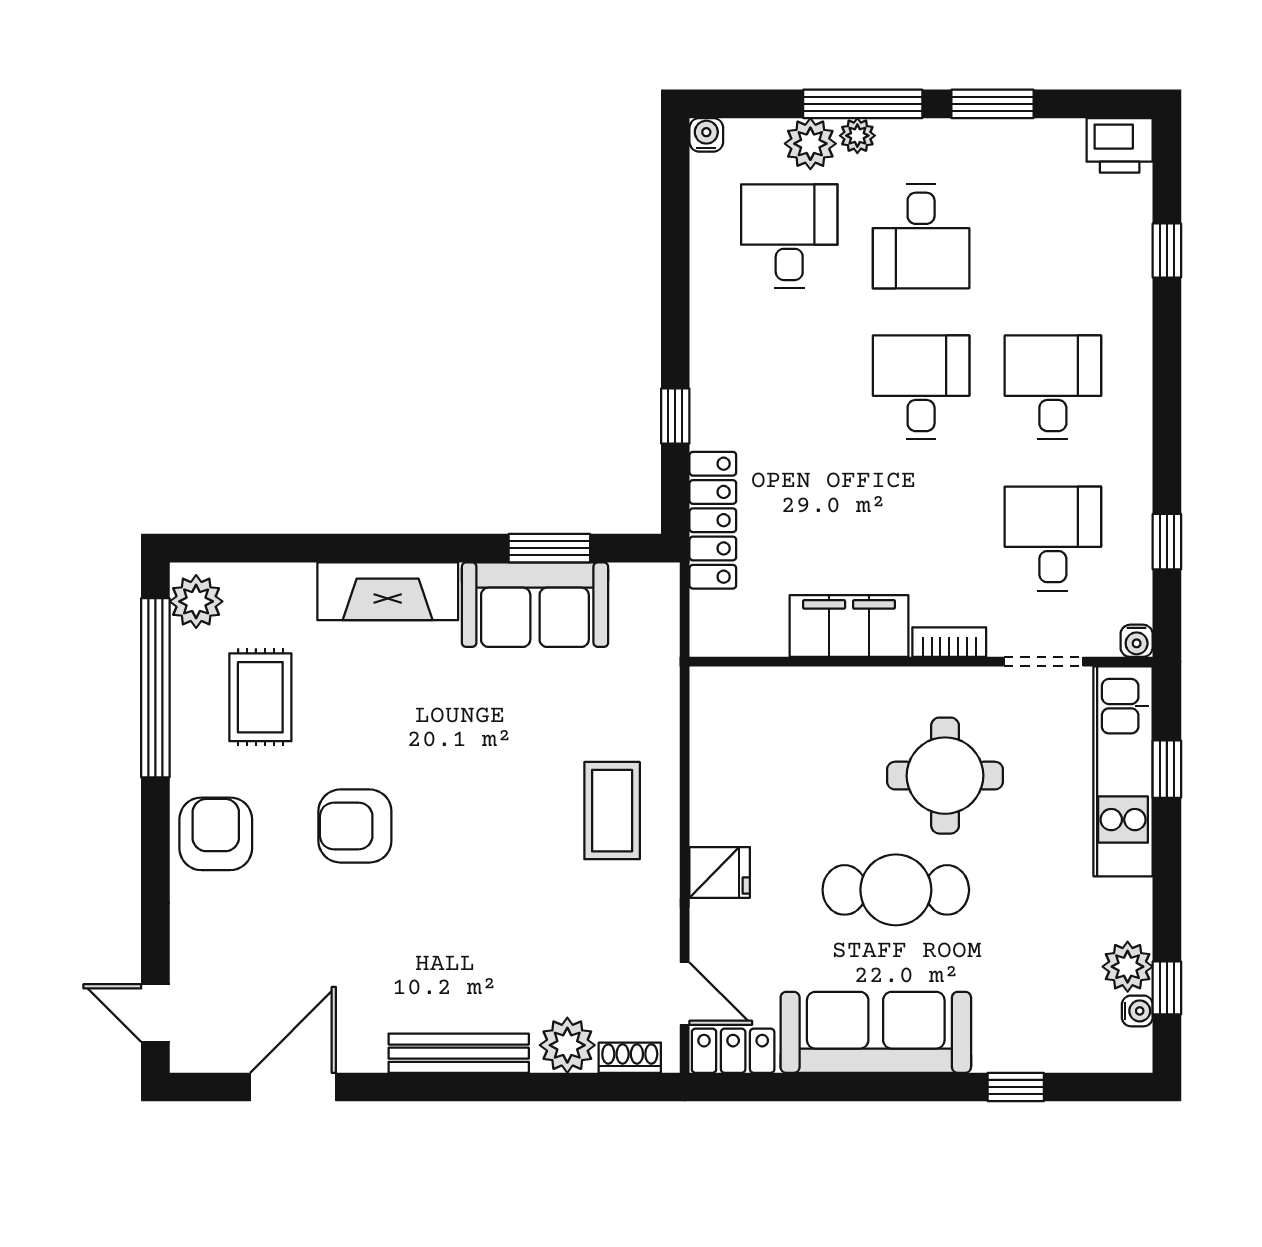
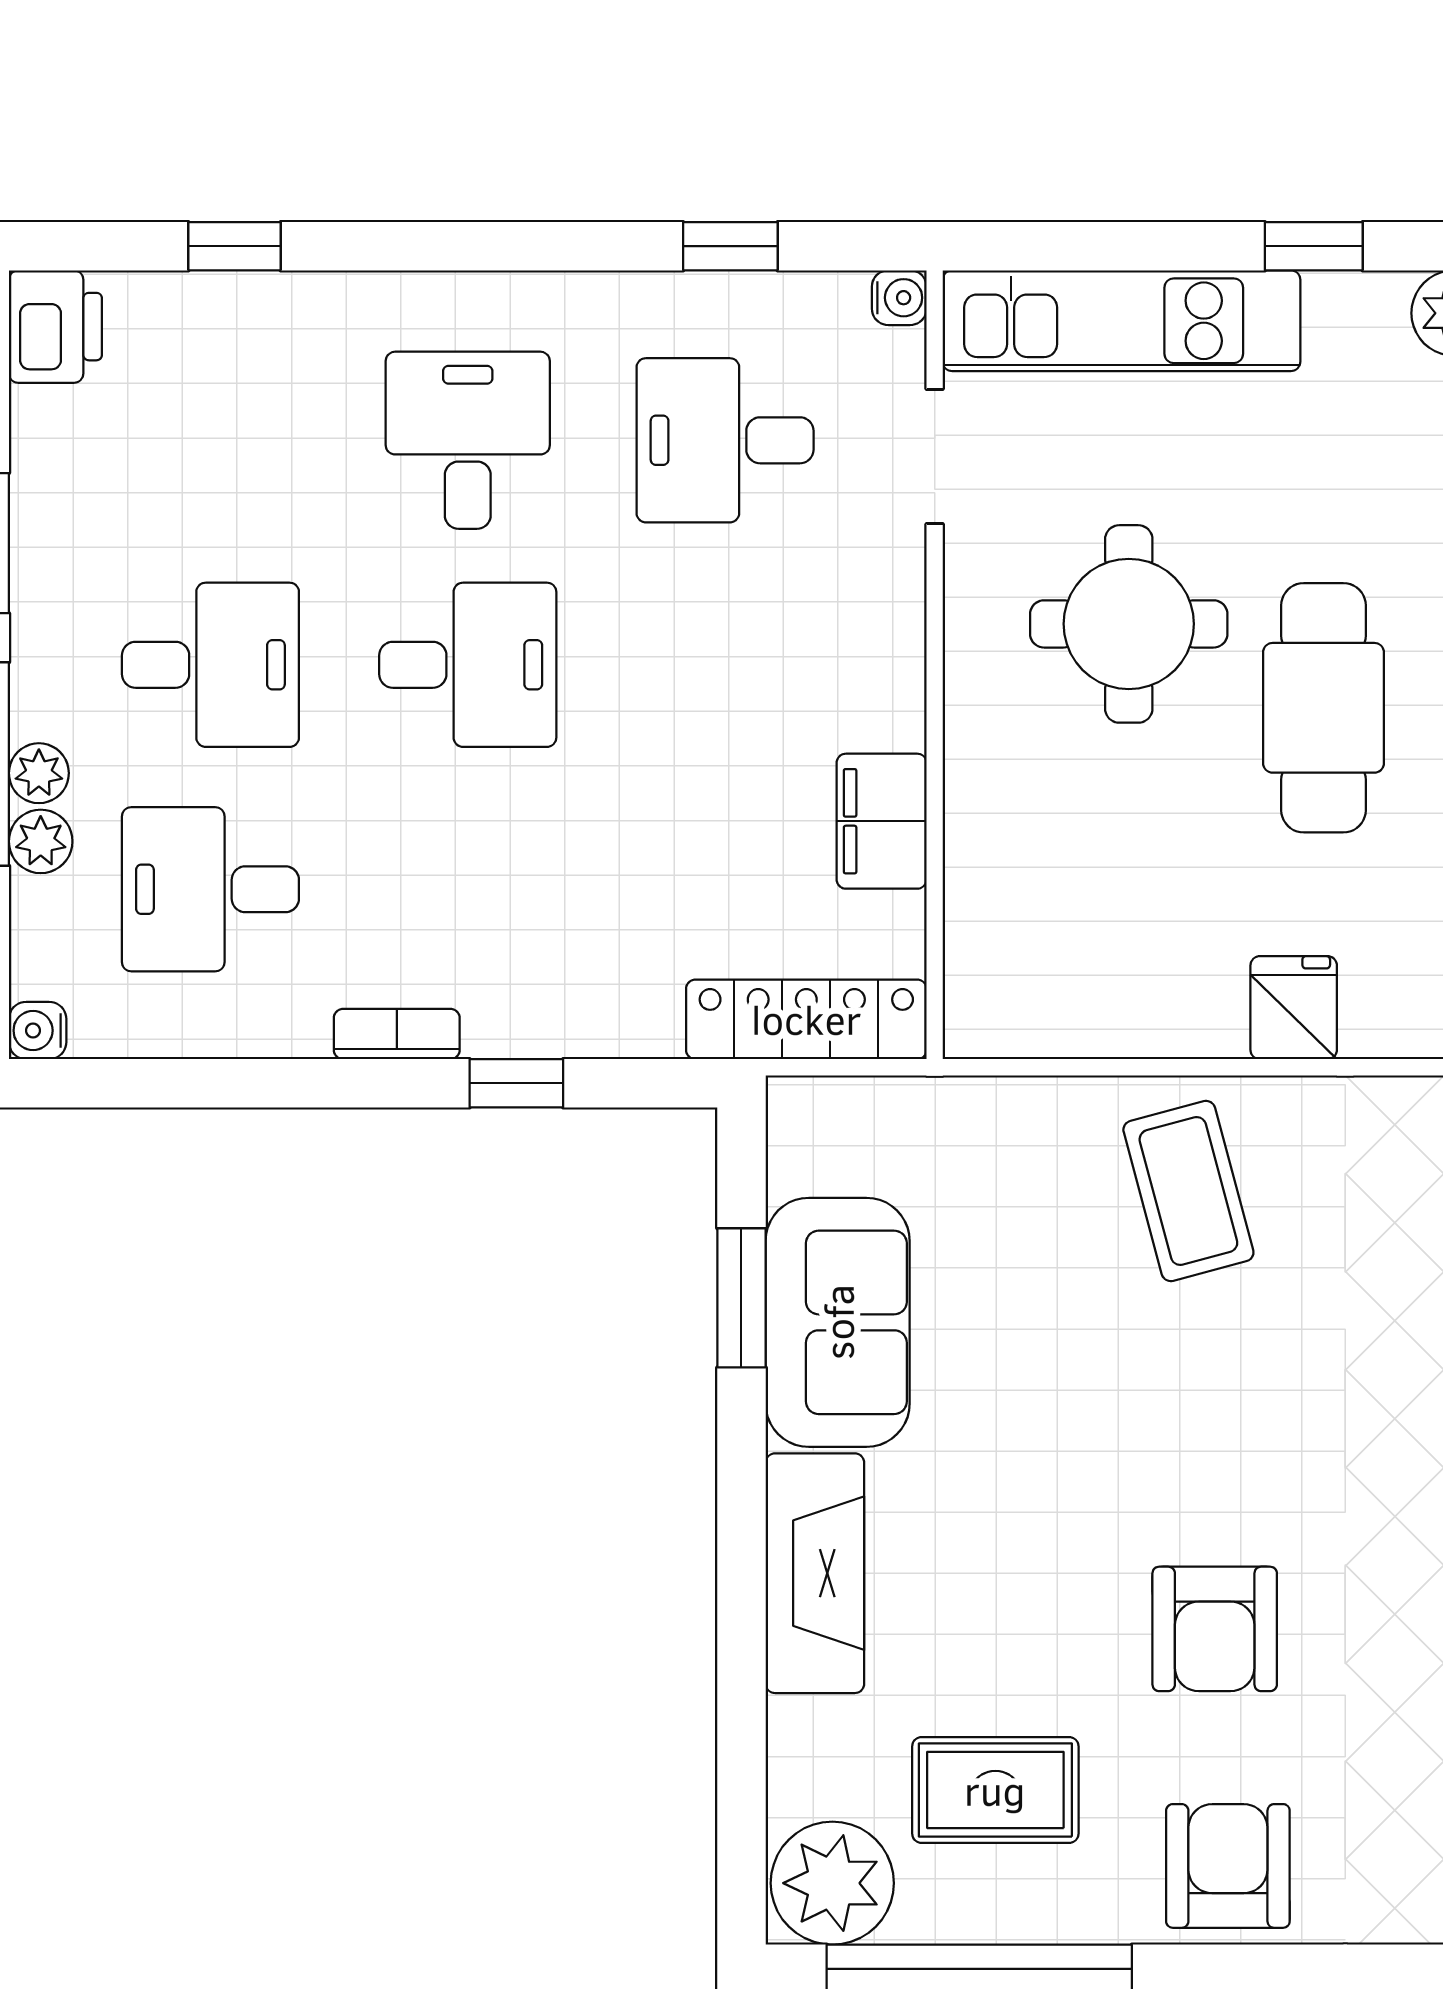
plant: (810, 144) -> (41, 841), width x0.73, depth x0.73
desk: (921, 387) -> (468, 665), turned 180
desk: (1053, 387) -> (468, 440), turned 90
locker: (713, 520) -> (806, 1019), moved
plant: (196, 601) -> (832, 1883), width x1.36, depth x1.36
filing cabinet: (849, 626) -> (882, 821), width x0.67, depth x0.86
bookcase: (949, 642) -> (397, 1034), moved, turned 90
window: (1167, 769) -> (1314, 246), moved
coffee table: (612, 811) -> (1188, 1191), turned 75
armchair: (216, 834) -> (1228, 1866), turned 90

